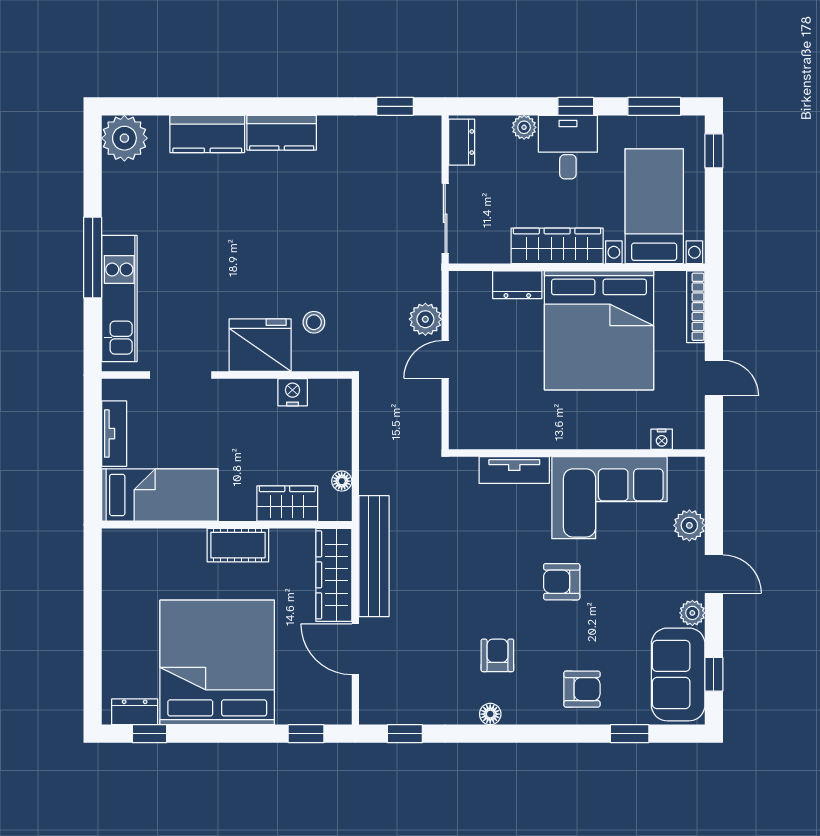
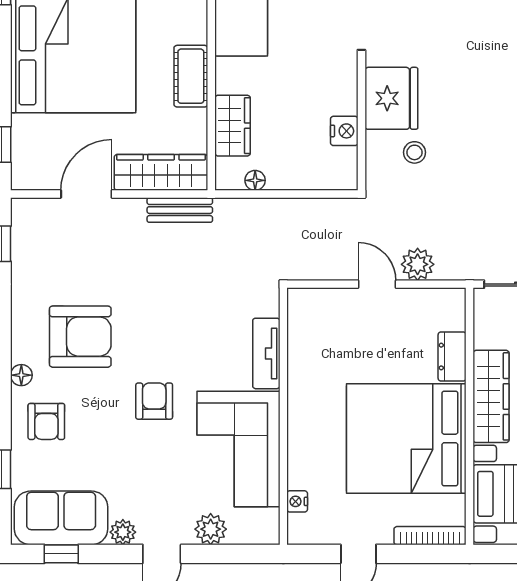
bench: (374, 556) -> (180, 210), width x0.54, depth x0.82
armchair: (497, 655) -> (80, 337), width x1.88, depth x1.88
floor lamp: (490, 714) -> (21, 375), moved

